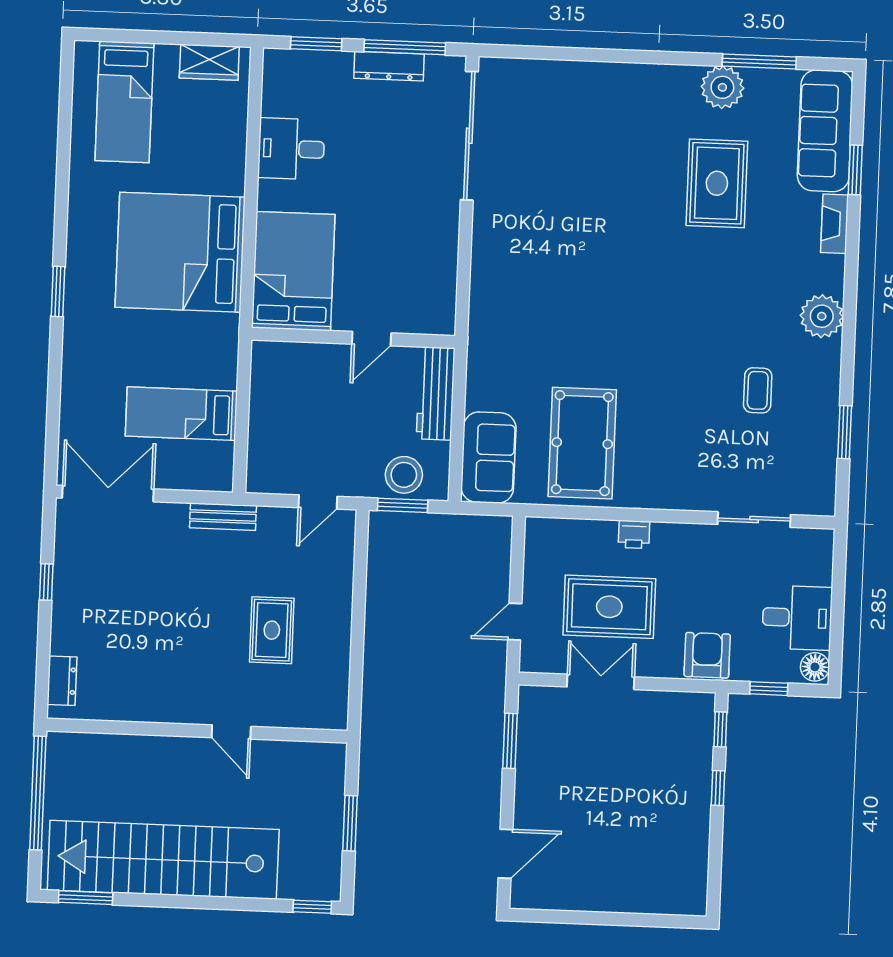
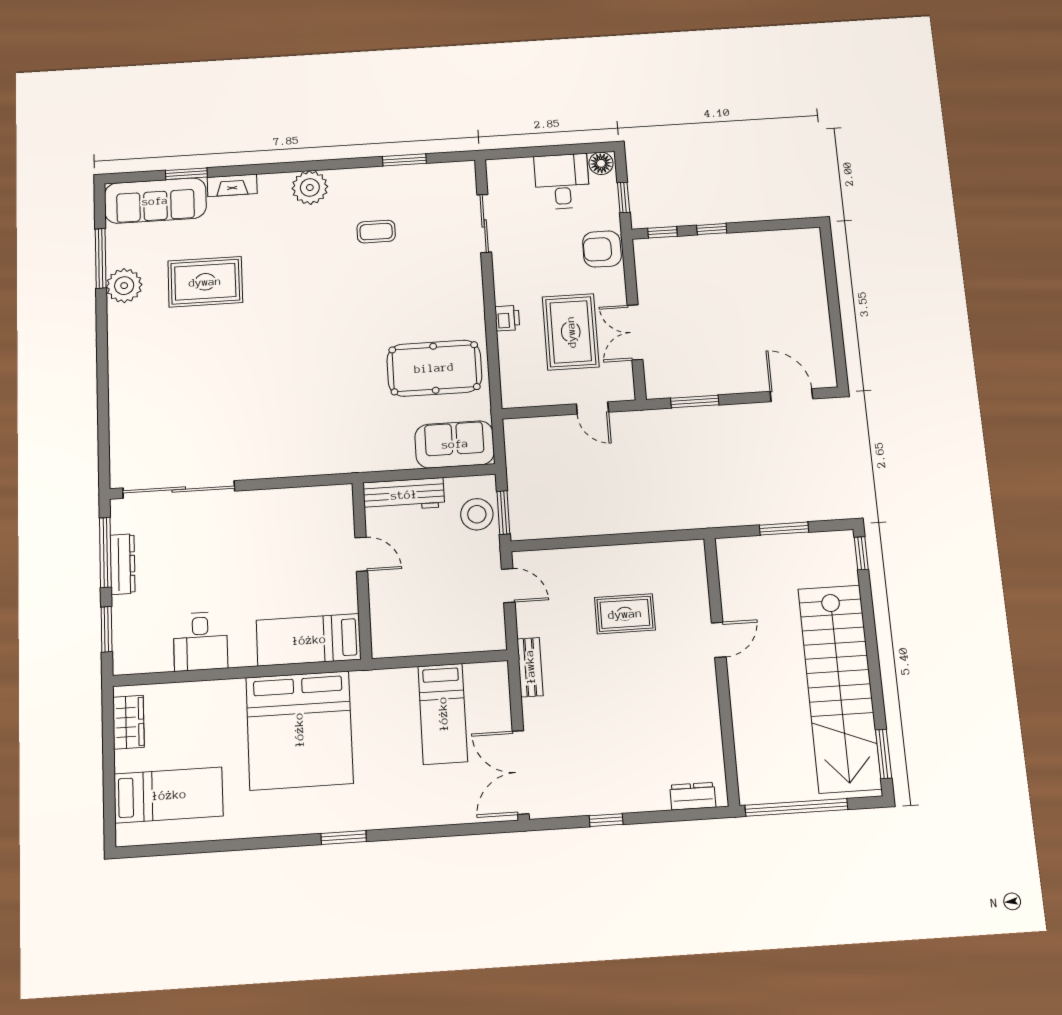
bed: (293, 271) -> (309, 640), width x0.67

